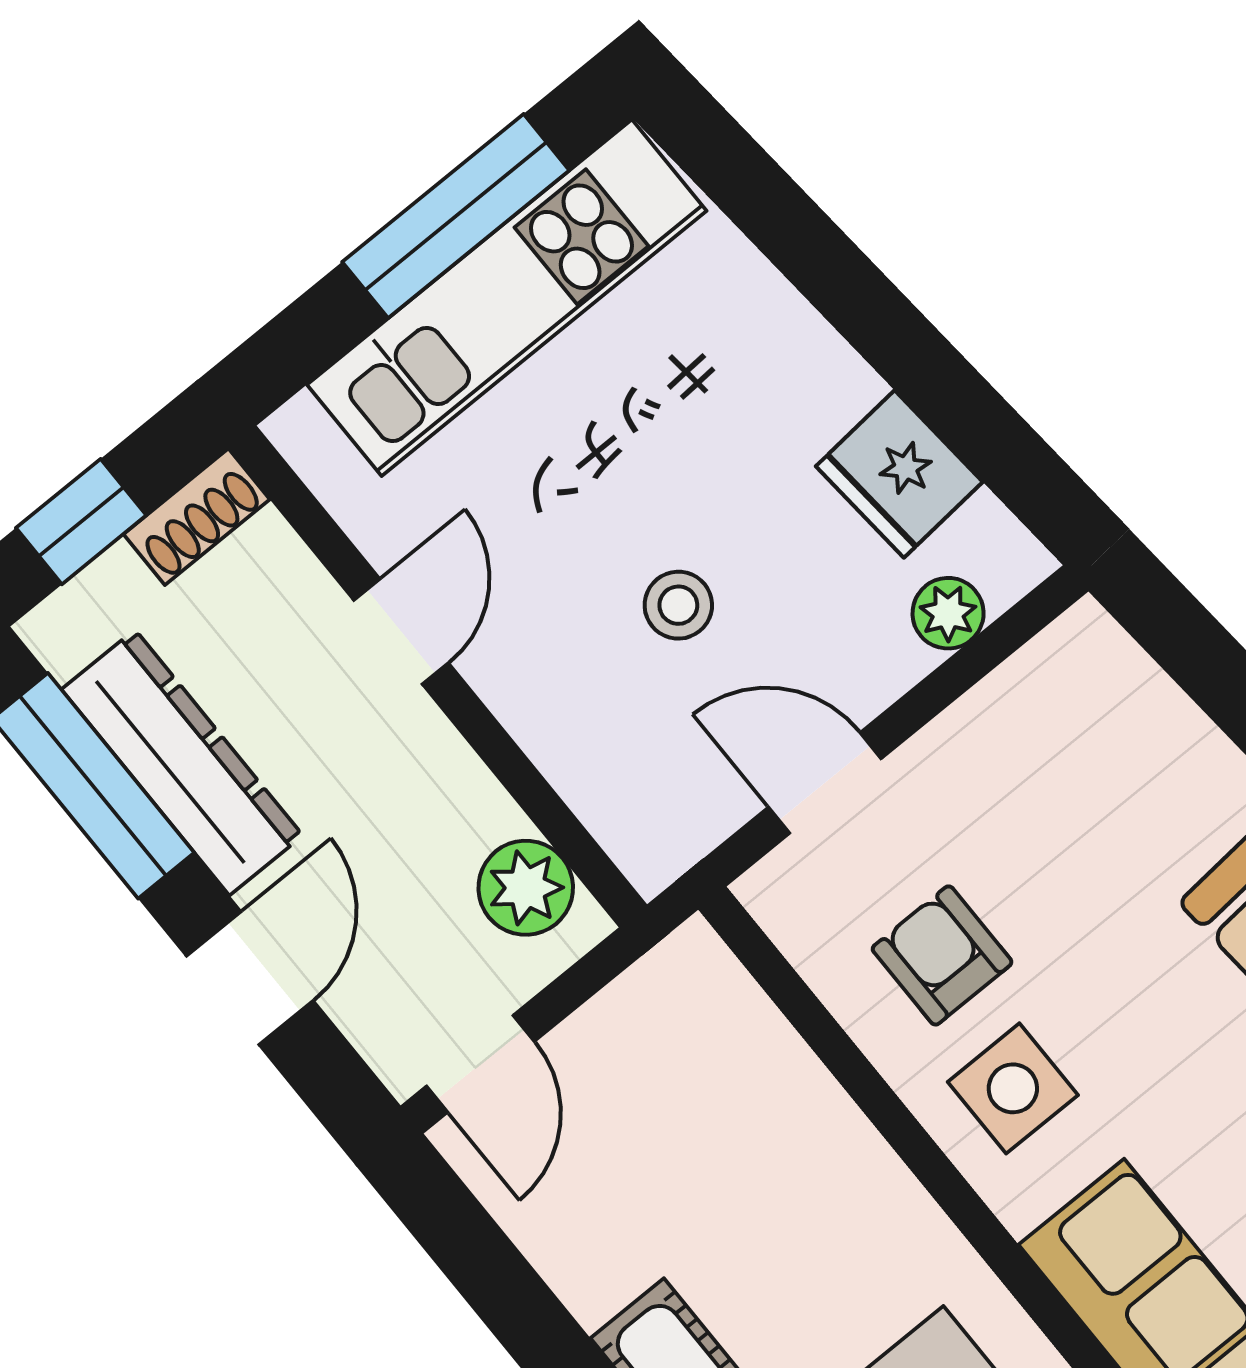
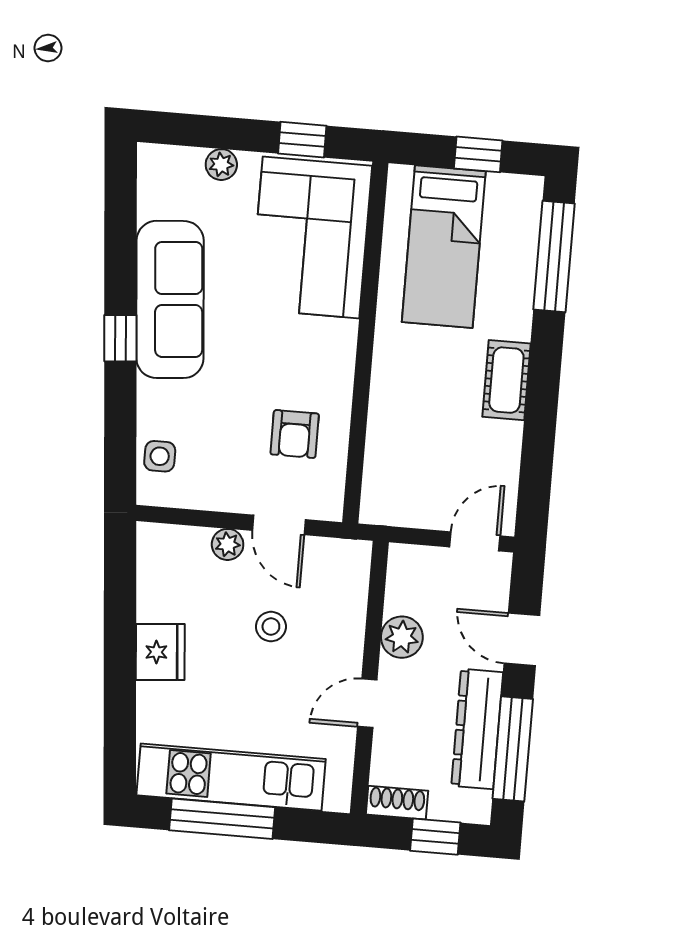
fridge: (899, 474) -> (160, 652), moved
plant: (948, 613) -> (228, 544), moved
plant: (526, 888) -> (402, 637), moved
door: (250, 978) -> (522, 639), hinge flipped
side table: (1013, 1088) -> (160, 456), moved, width x0.73, depth x0.73

